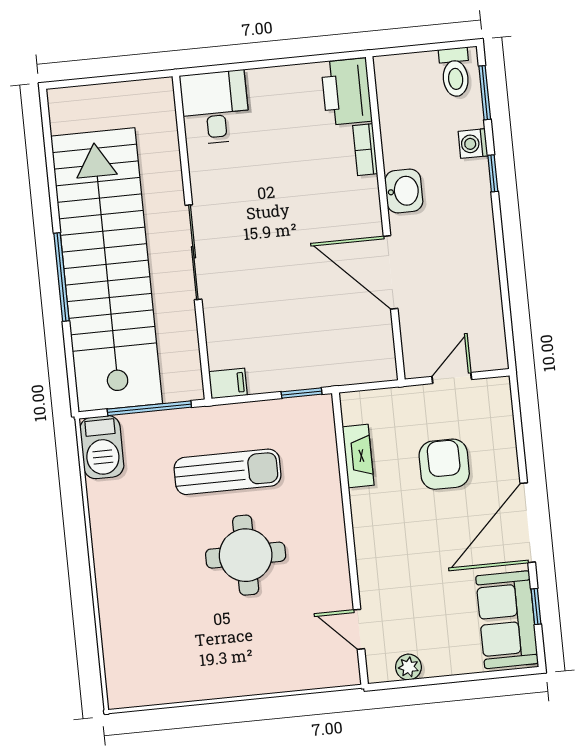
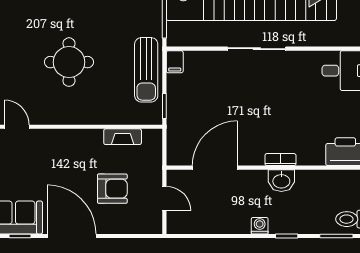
washing machine: (473, 144) -> (260, 226), moved
bookcase: (365, 150) -> (280, 160), moved
door: (391, 272) -> (215, 168), moved
sun lounger: (228, 472) -> (146, 70), moved
door: (359, 629) -> (17, 127), hinge flipped

